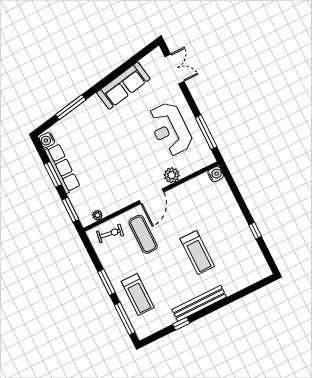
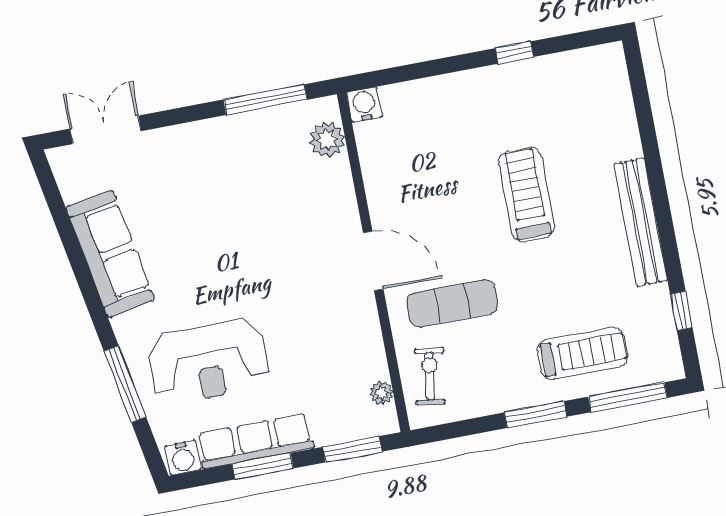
reception desk: (170, 129) -> (209, 361), moved
plant: (172, 175) -> (327, 140), moved
treadmill: (197, 252) -> (527, 195), turned -90
window: (181, 324) -> (681, 311), moved

